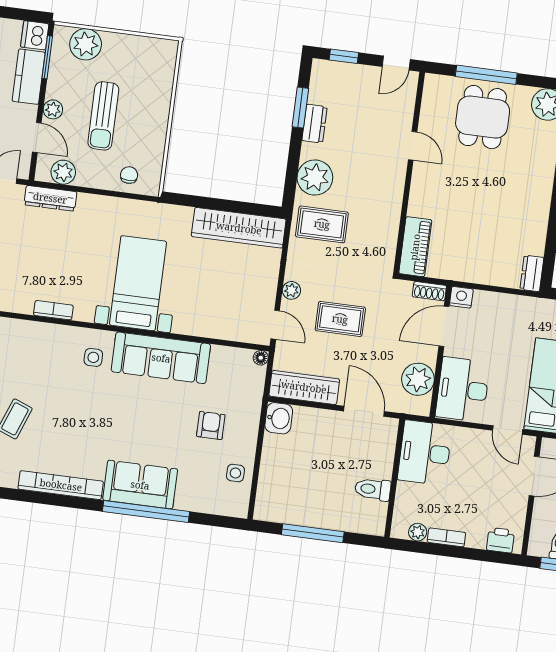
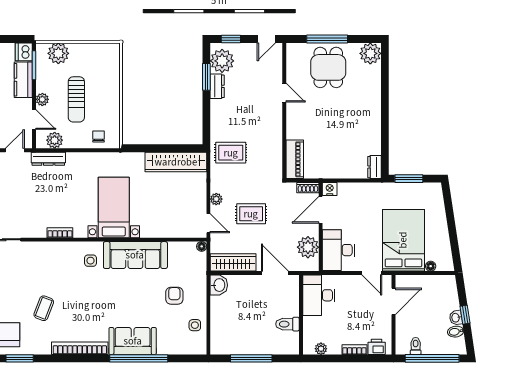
plant: (315, 178) -> (222, 61), moved
bookcase: (446, 537) -> (354, 350), moved

